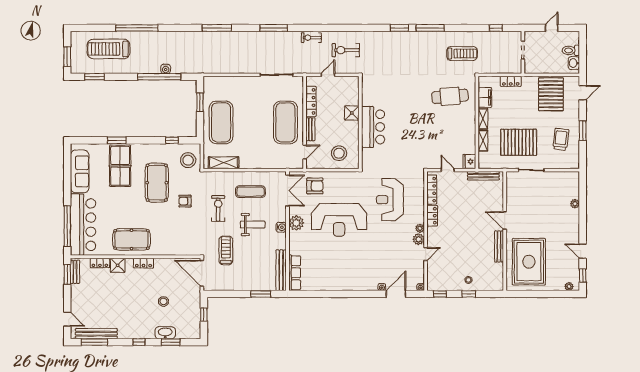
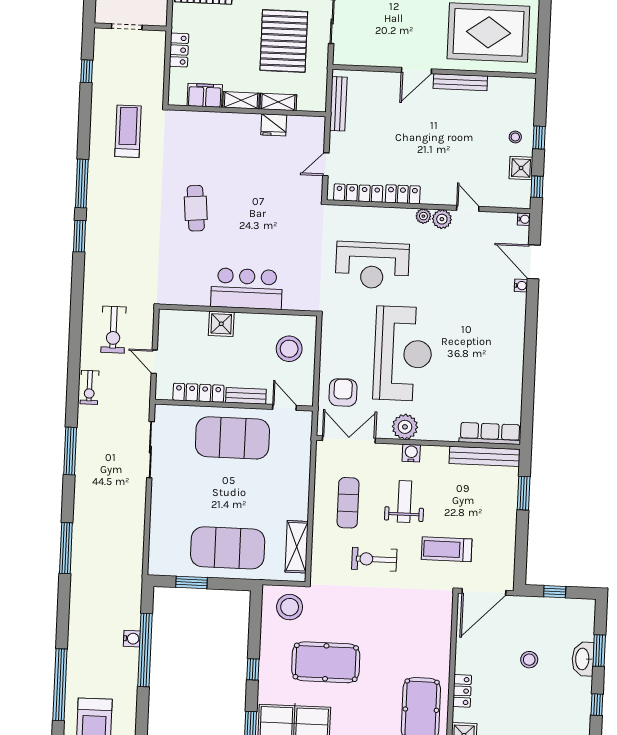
cafe table: (450, 96) -> (196, 208), moved, width x0.73, depth x0.74
window: (172, 140) -> (253, 669), moved
fridge: (469, 162) -> (274, 125), moved
armchair: (185, 201) -> (359, 615), removed
shower: (450, 284) -> (521, 168), added

